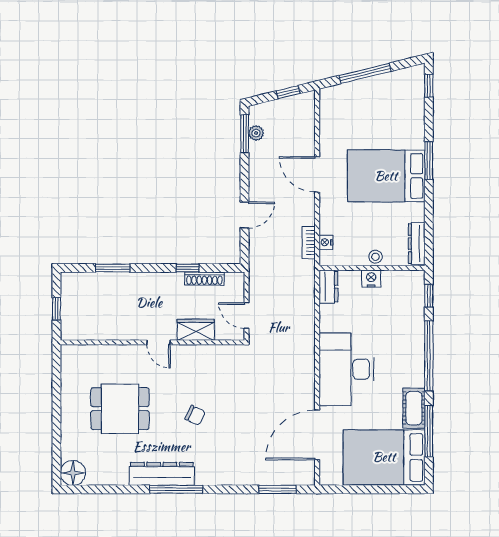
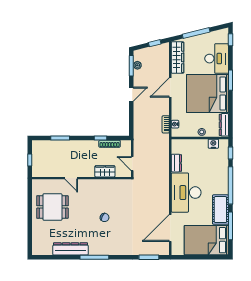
wardrobe: (330, 119) -> (178, 58), added
desk: (403, 121) -> (217, 59), added
door: (317, 174) -> (170, 88), hinge flipped
bed: (386, 176) -> (208, 93), width x1.36
door: (245, 215) -> (131, 94), moved
nightstand: (371, 279) -> (213, 144), moved
dresser: (328, 287) -> (176, 163), moved
door: (159, 342) -> (71, 178), moved
cot: (414, 408) -> (220, 210), width x1.37, depth x1.34
dining table: (120, 409) -> (52, 207), moved
floor lamp: (73, 473) -> (39, 248), removed
dresser: (162, 474) -> (71, 249), moved

